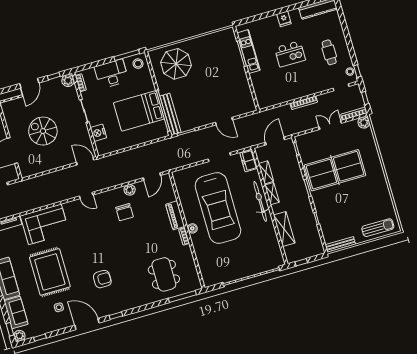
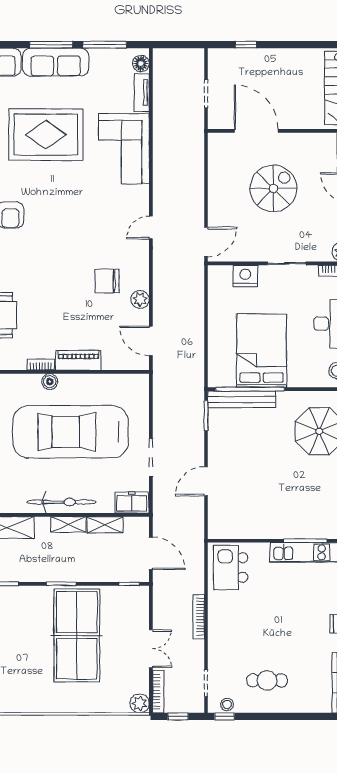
kitchen island: (290, 54) -> (231, 568), moved

